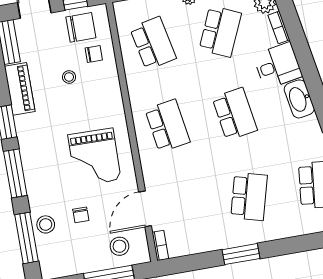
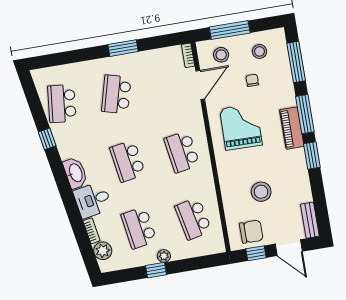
chair: (81, 27) -> (251, 232), turned 180
school desk: (220, 31) -> (139, 228), turned -33
chair: (94, 54) -> (241, 210), removed
stool: (69, 77) -> (261, 192), width x1.89, depth x1.89
piano: (20, 89) -> (292, 128), moved
stool: (46, 224) -> (259, 51), moved

